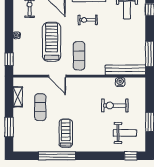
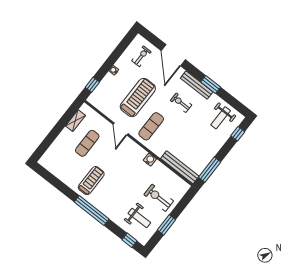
water cooler: (120, 82) -> (150, 160), moved
exercise bike: (115, 105) -> (159, 198), moved
window: (9, 127) -> (49, 140), removed
window: (57, 156) -> (92, 211), moved

